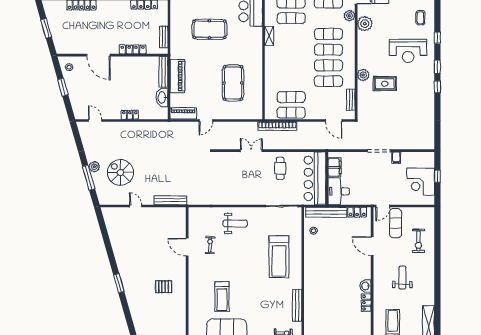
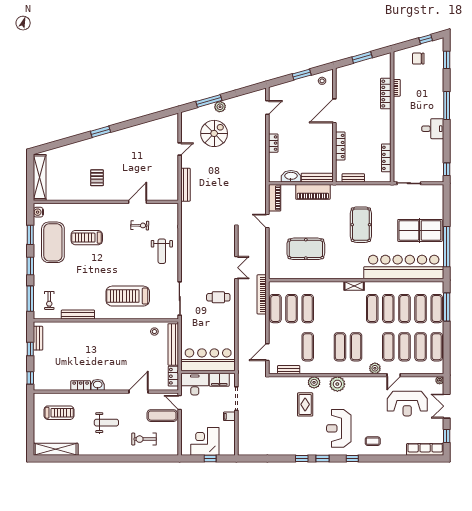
plant: (365, 24) -> (337, 384), moved
exercise mat: (328, 65) -> (308, 309), moved
filing cabinet: (334, 167) -> (219, 380), moved
bar counter: (315, 178) -> (208, 360), moved
wall: (327, 178) -> (208, 372), moved
desk: (339, 191) -> (195, 384), moved

